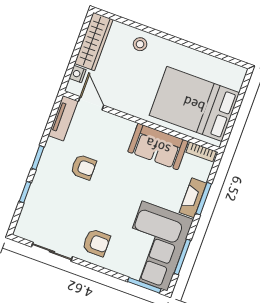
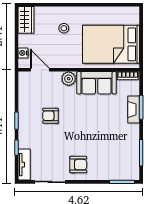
wardrobe: (94, 41) -> (26, 20), width x0.67
stool: (140, 44) -> (64, 28), moved
tv unit: (63, 118) -> (24, 165), moved
plant: (124, 128) -> (69, 79), added
armchair: (83, 167) -> (50, 116), turned 180
corner sofa: (155, 246) -> (119, 152), removed

